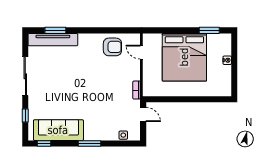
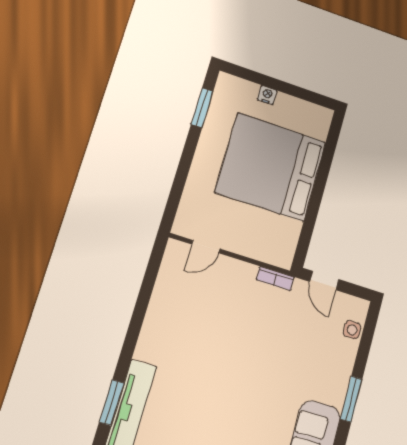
armchair: (112, 47) -> (179, 299), removed
bed: (184, 57) -> (271, 167), moved, turned 180
door: (143, 115) -> (324, 281), swing flipped

